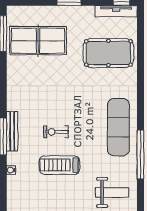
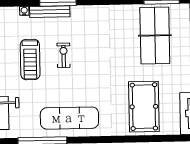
bench: (12, 131) -> (50, 12), moved
treadmill: (59, 165) -> (30, 59), turned 180

